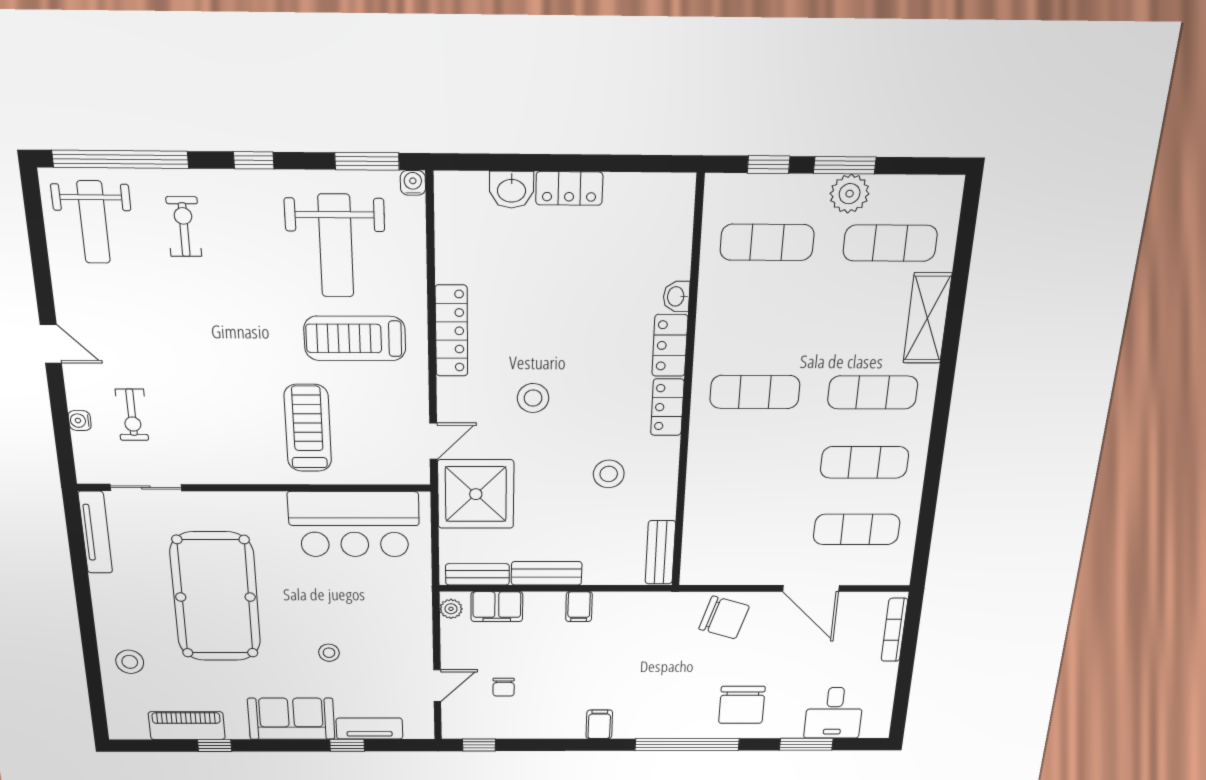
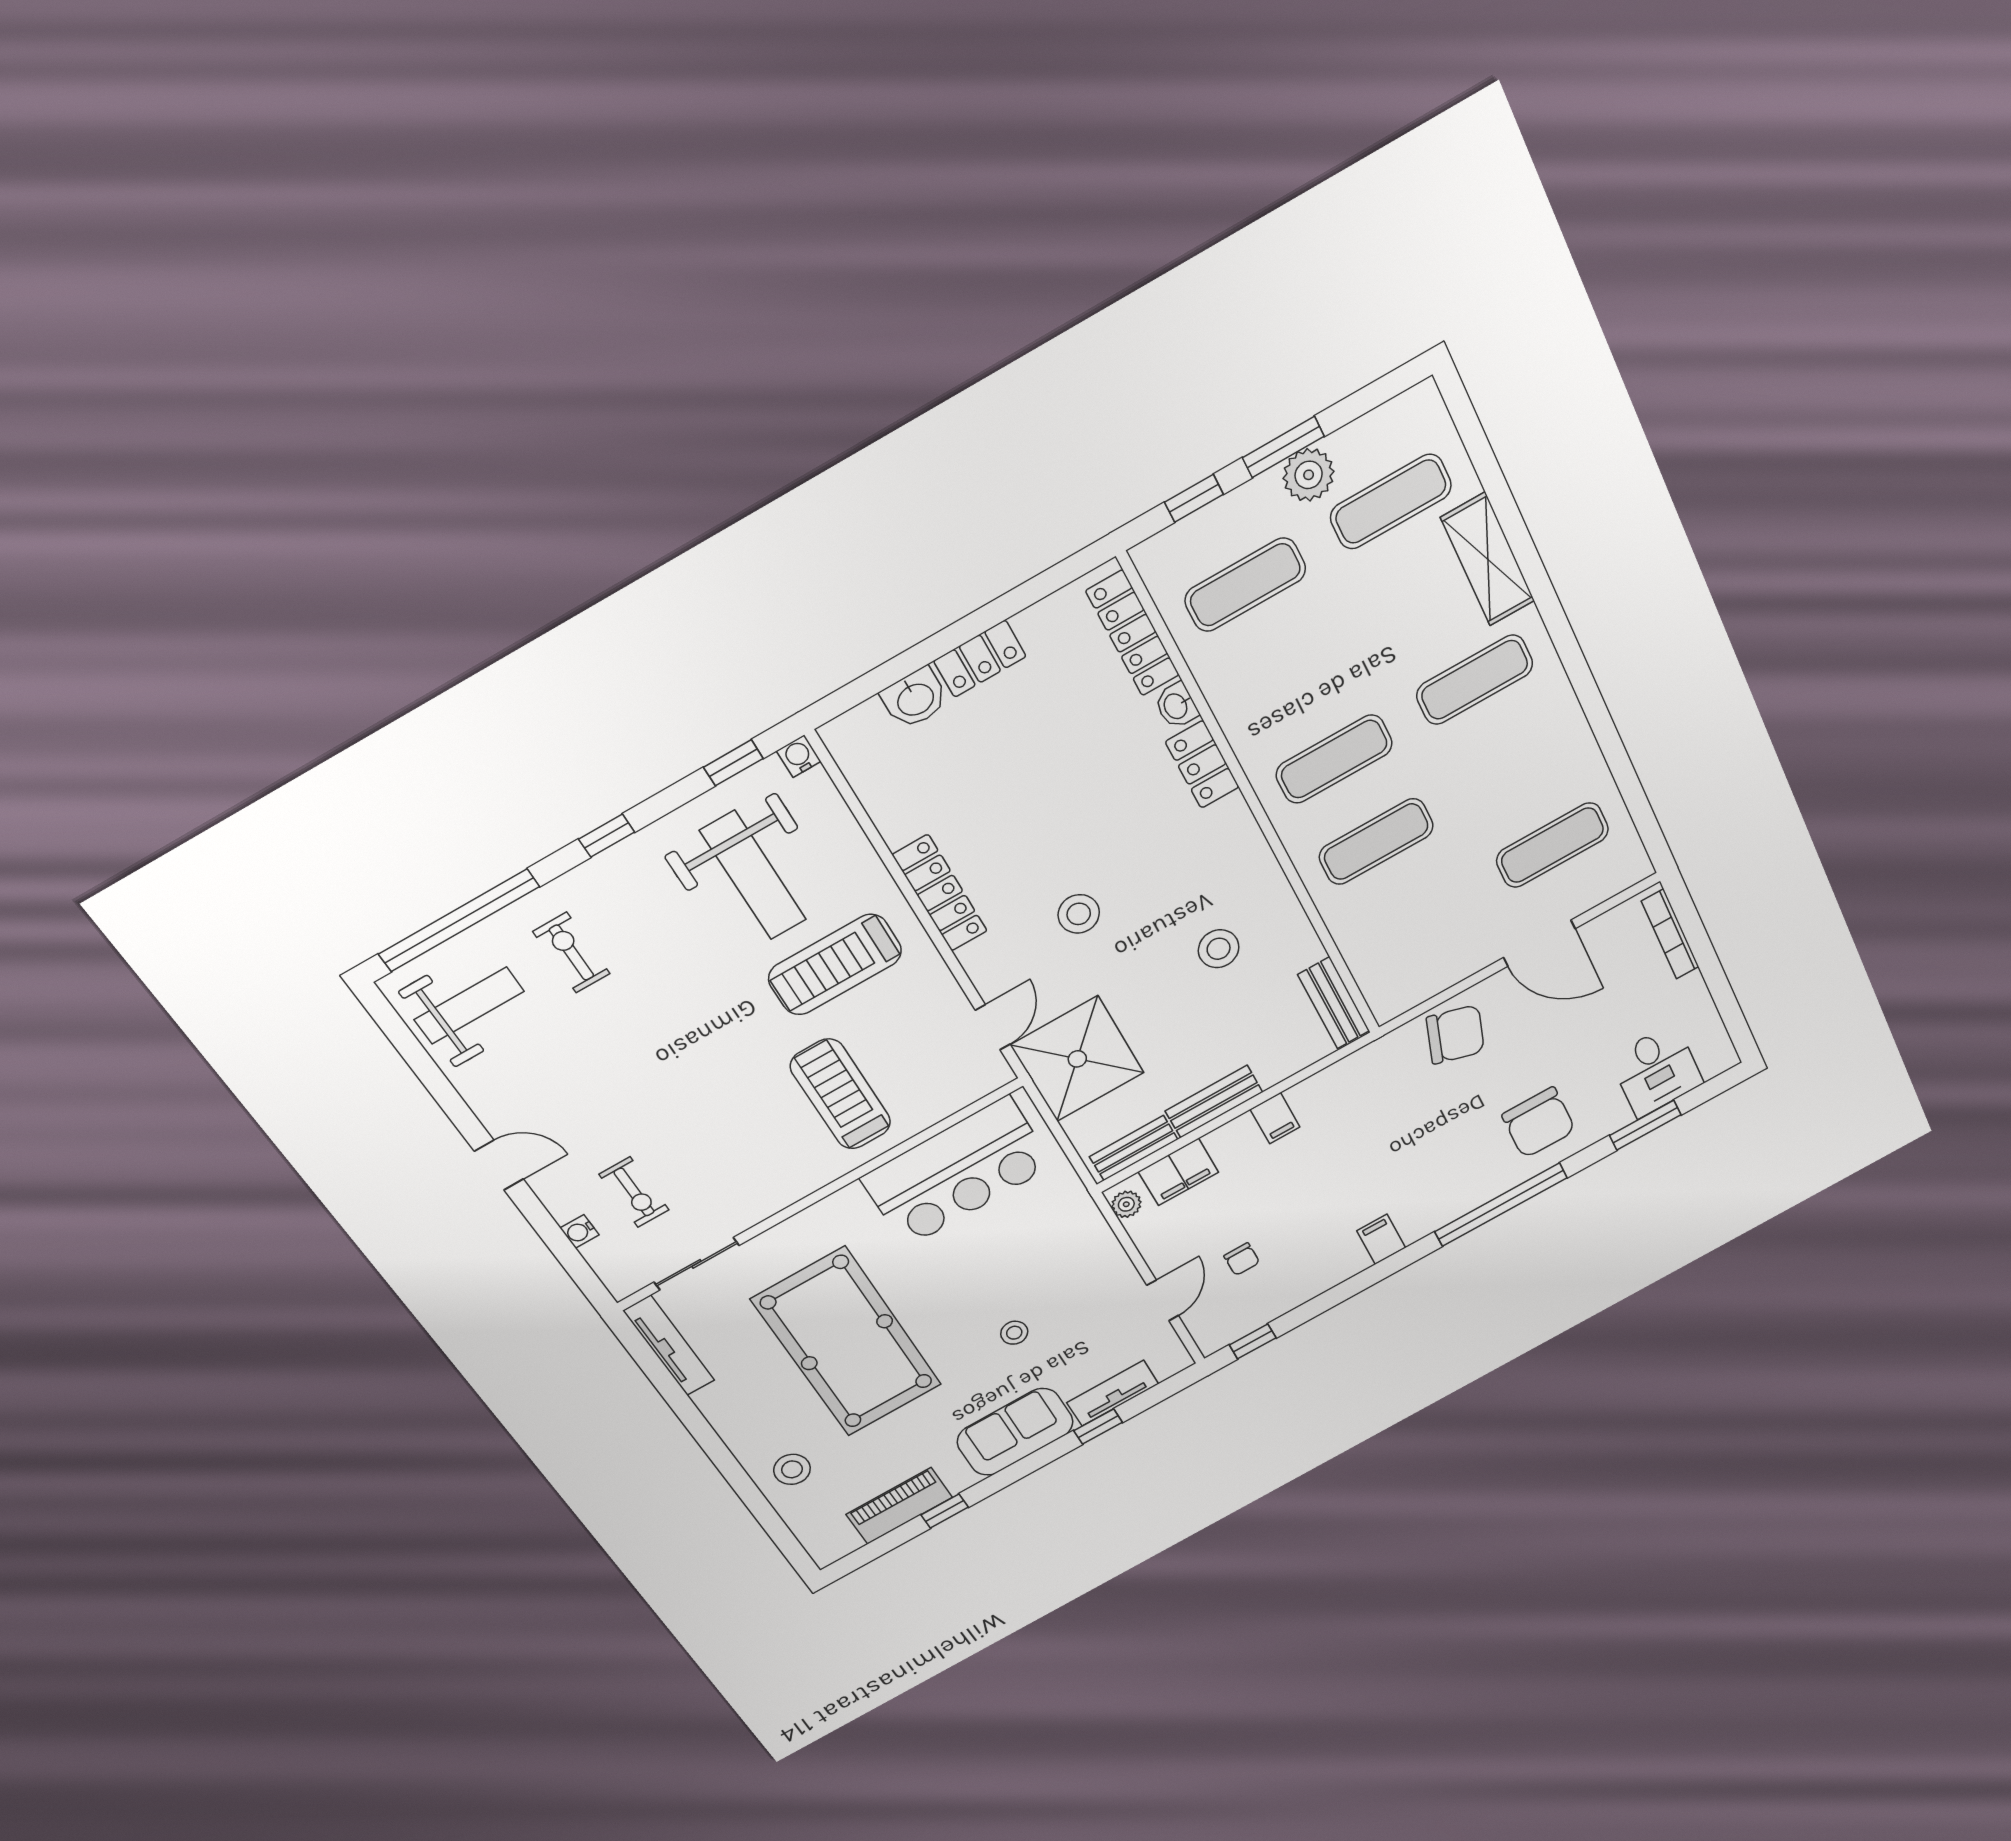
window: (367, 161) -> (733, 763), width x0.67
weight bench: (94, 222) -> (469, 1005), turned -90
locker: (667, 407) -> (1133, 633), moved, width x1.53
exercise mat: (864, 462) -> (1376, 842), moved

